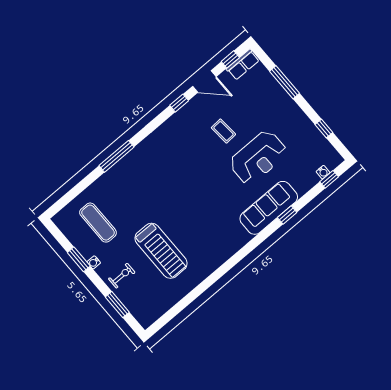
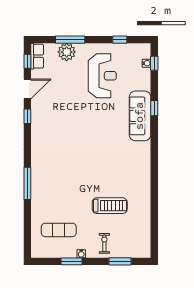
plant: (270, 89) -> (67, 52), added
coffee table: (223, 131) -> (68, 103), removed
reception desk: (258, 158) -> (102, 76), moved
treadmill: (161, 251) -> (110, 206), width x0.73, depth x0.73

